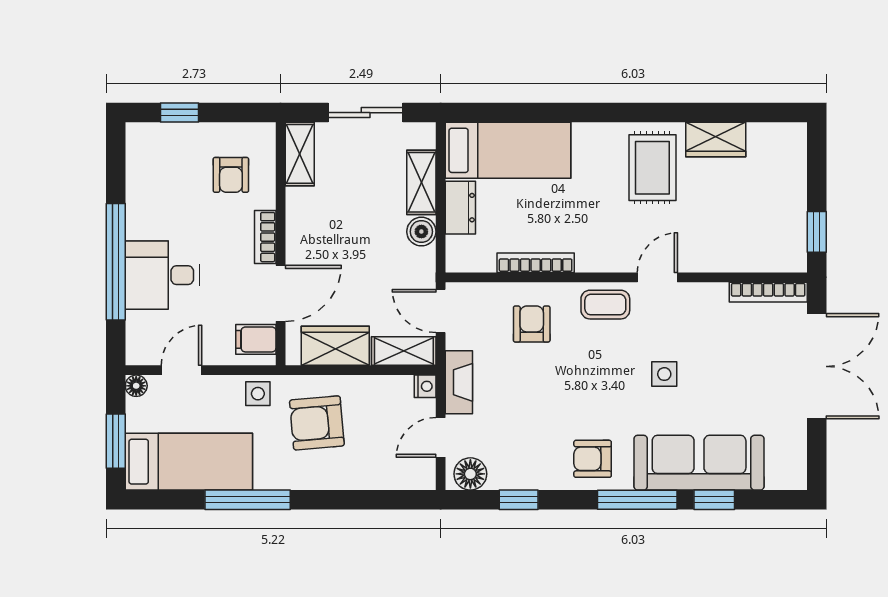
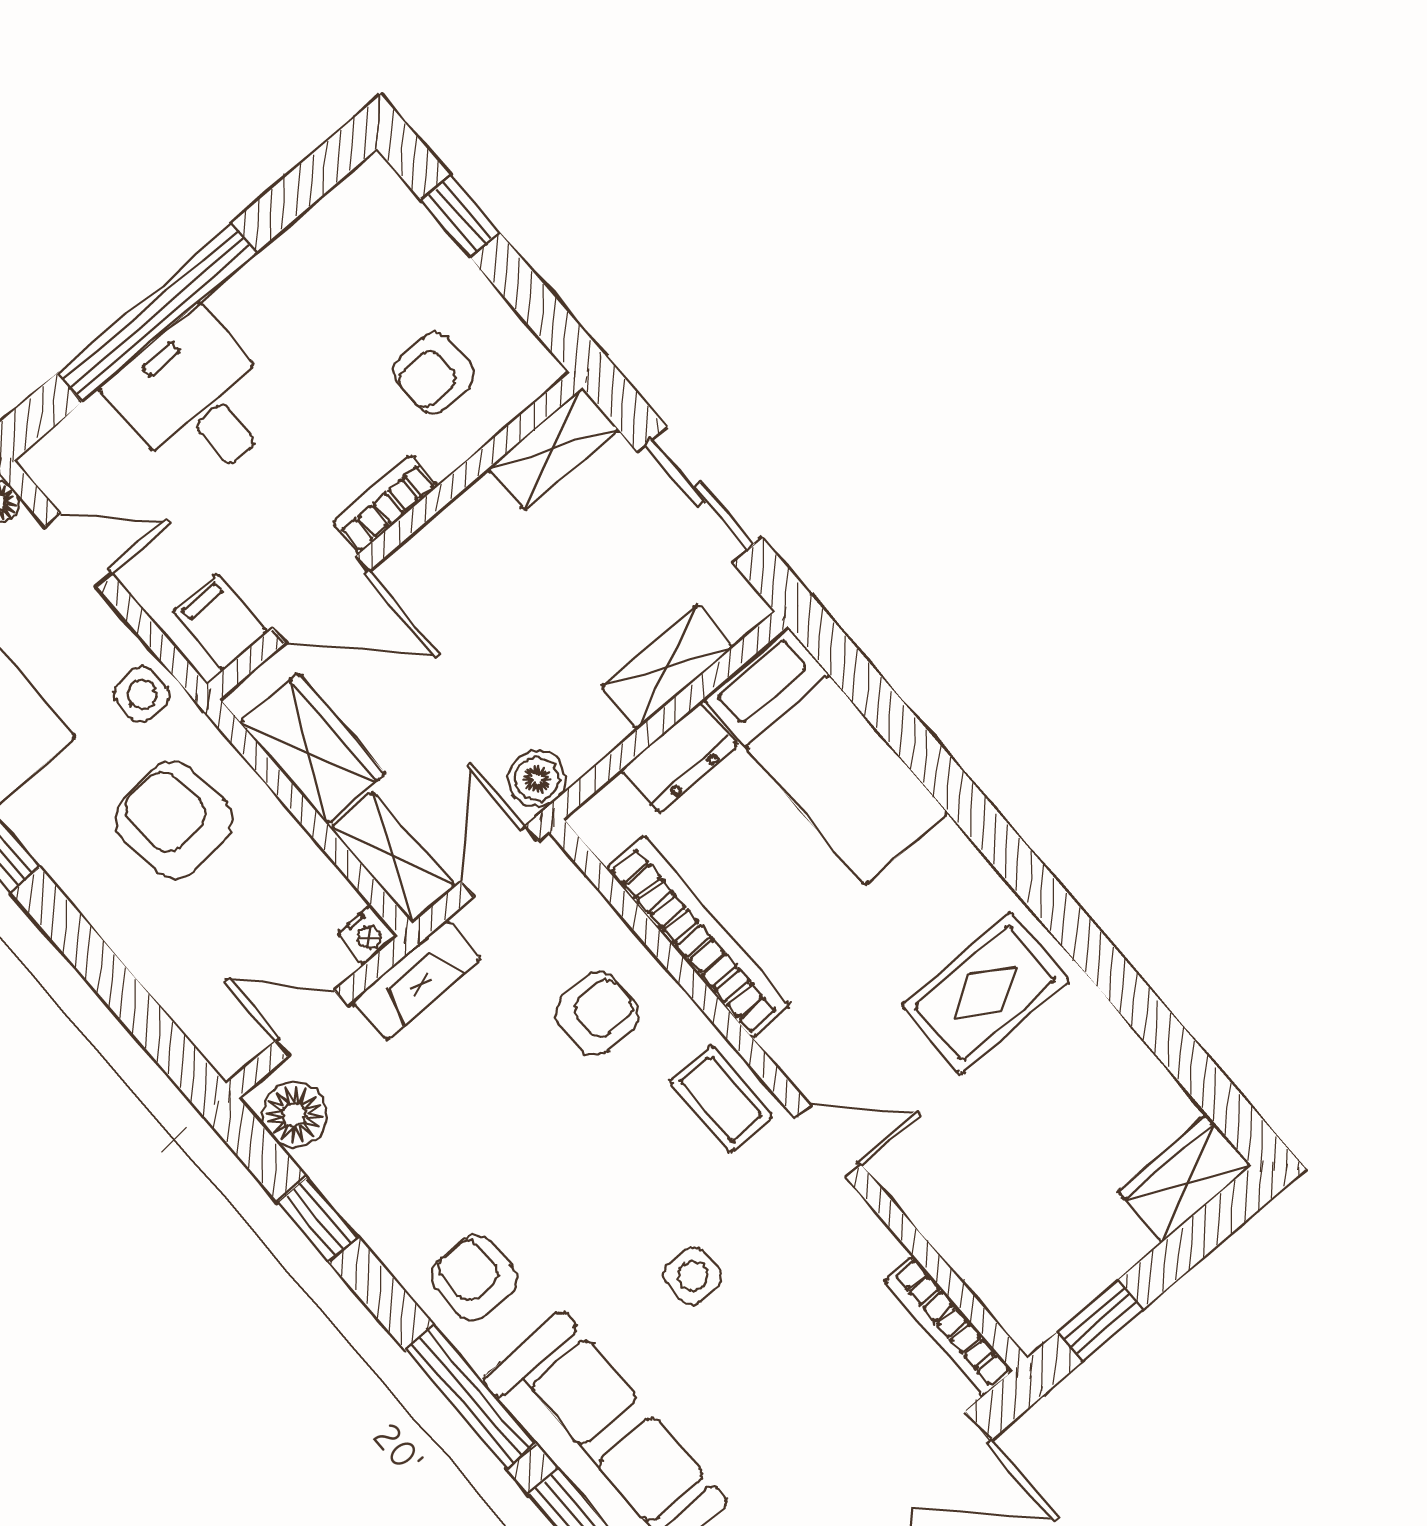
wardrobe: (716, 139) -> (1184, 1179), moved, turned 90
boiler: (421, 232) -> (537, 779), moved
bookcase: (536, 263) -> (698, 937), width x1.48, depth x1.31

